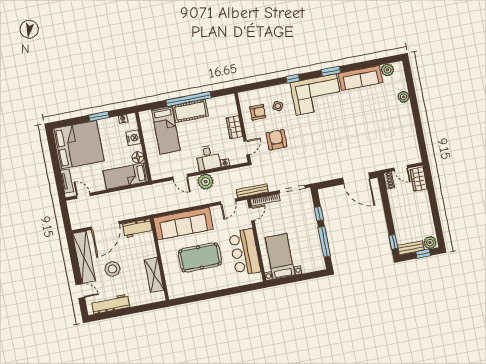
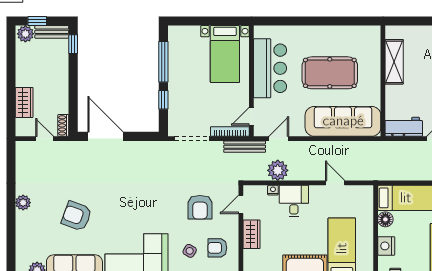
plant: (403, 97) -> (23, 203), moved
armchair: (366, 115) -> (77, 216), added
wardrobe: (419, 179) -> (24, 102), moved
plant: (206, 182) -> (278, 170), moved

